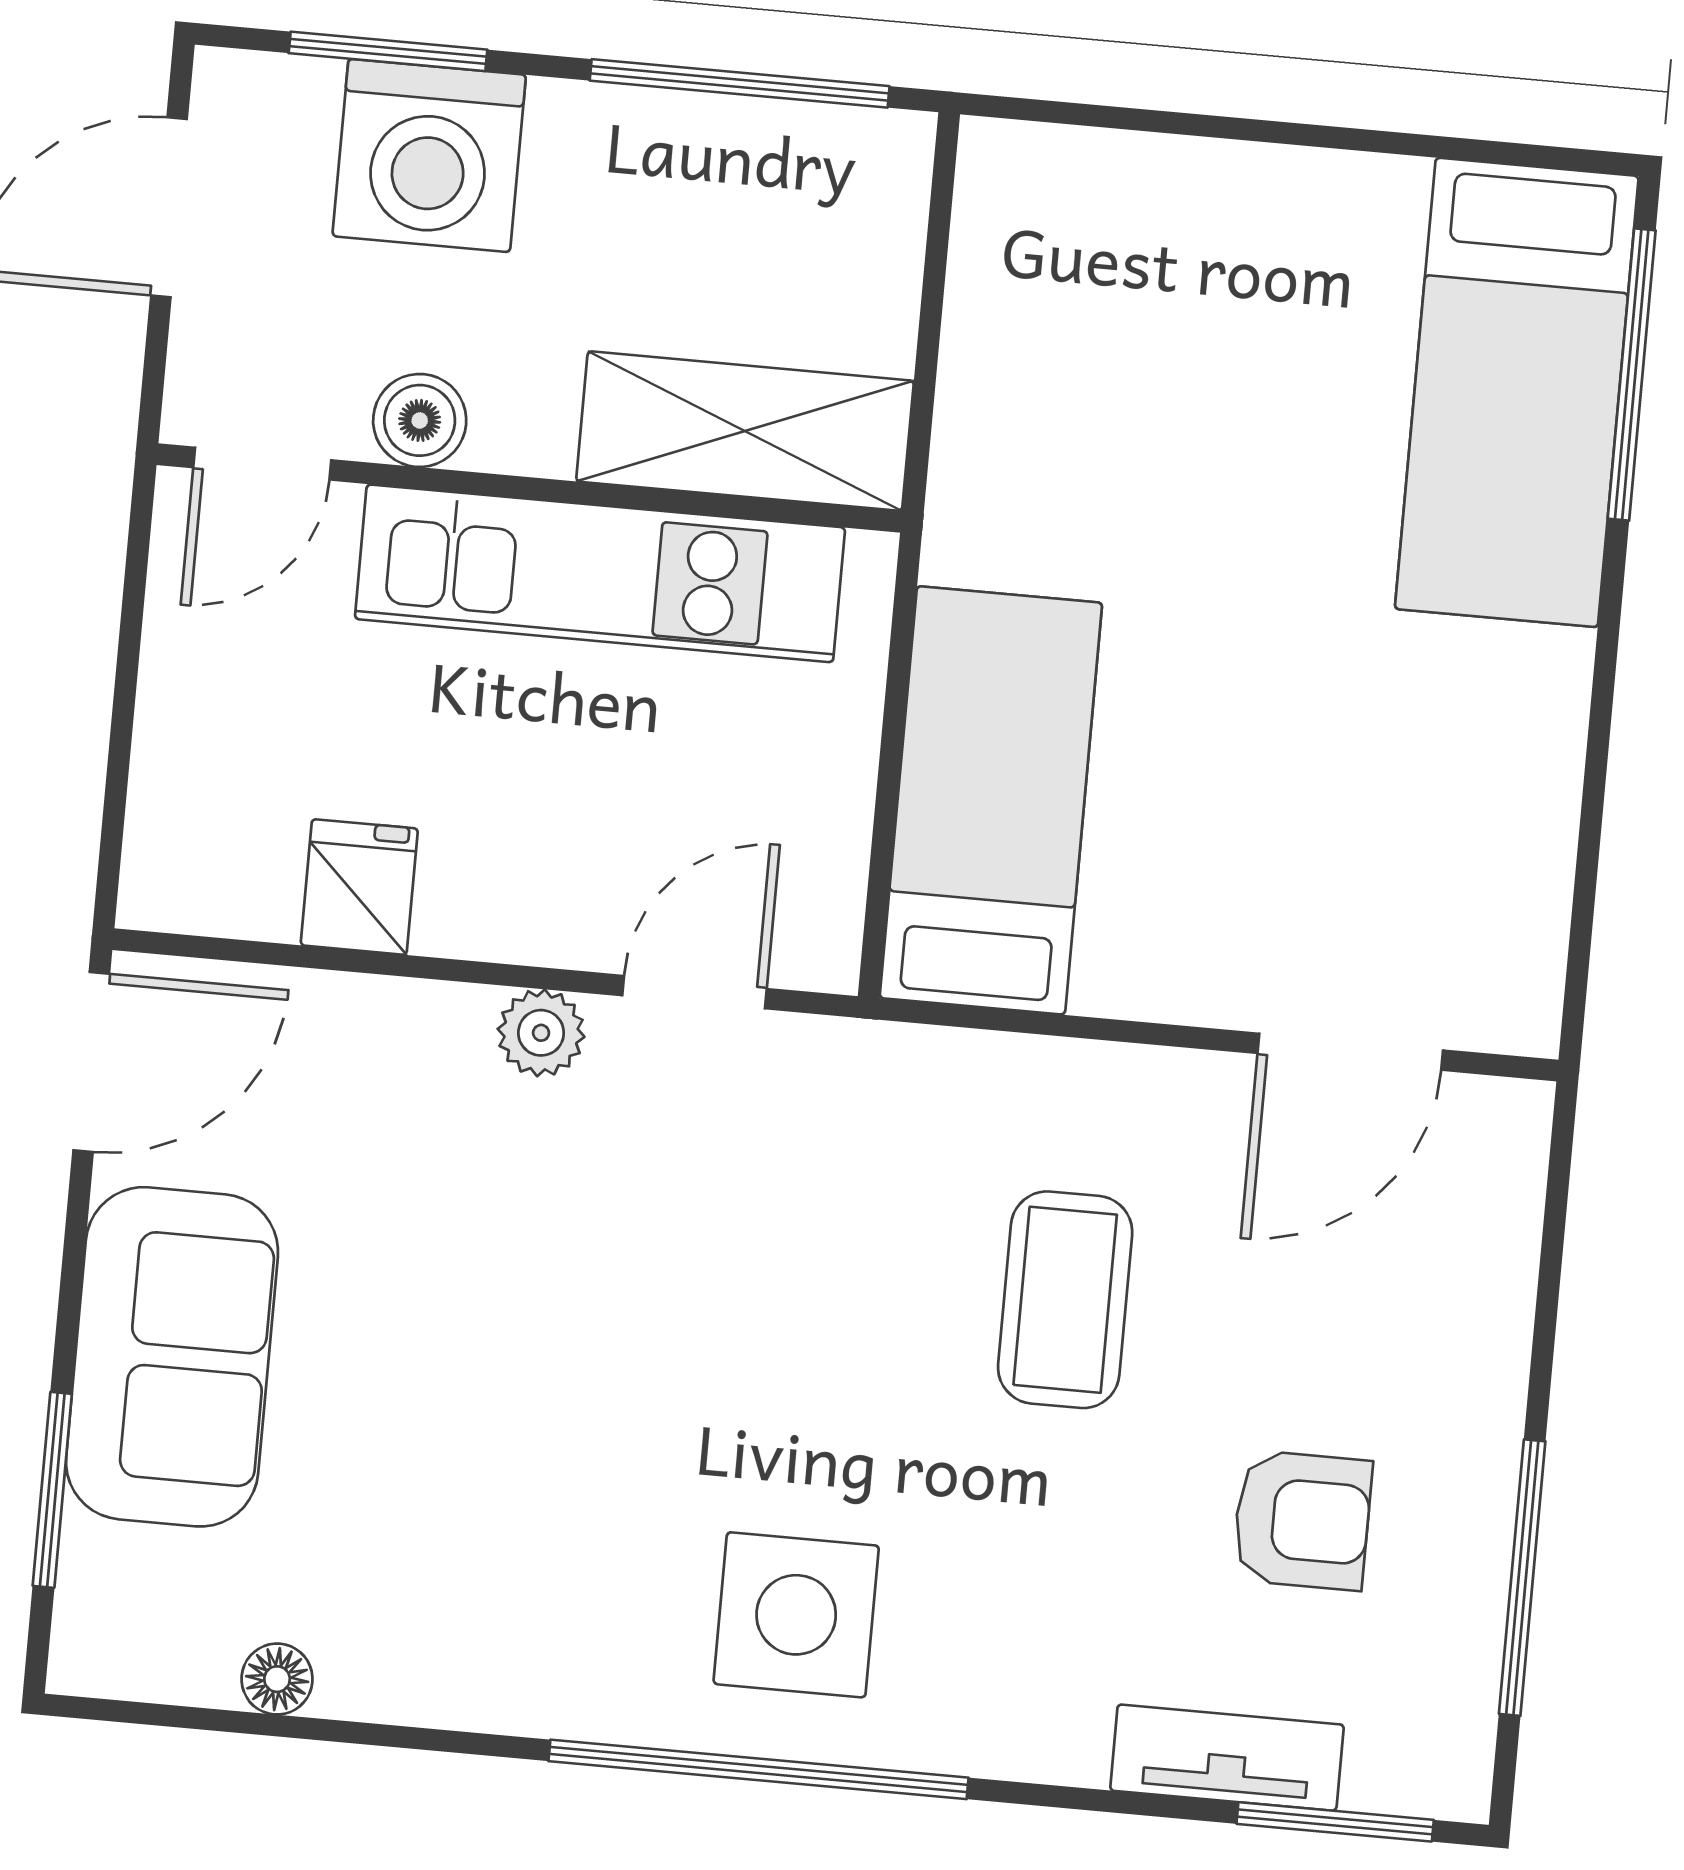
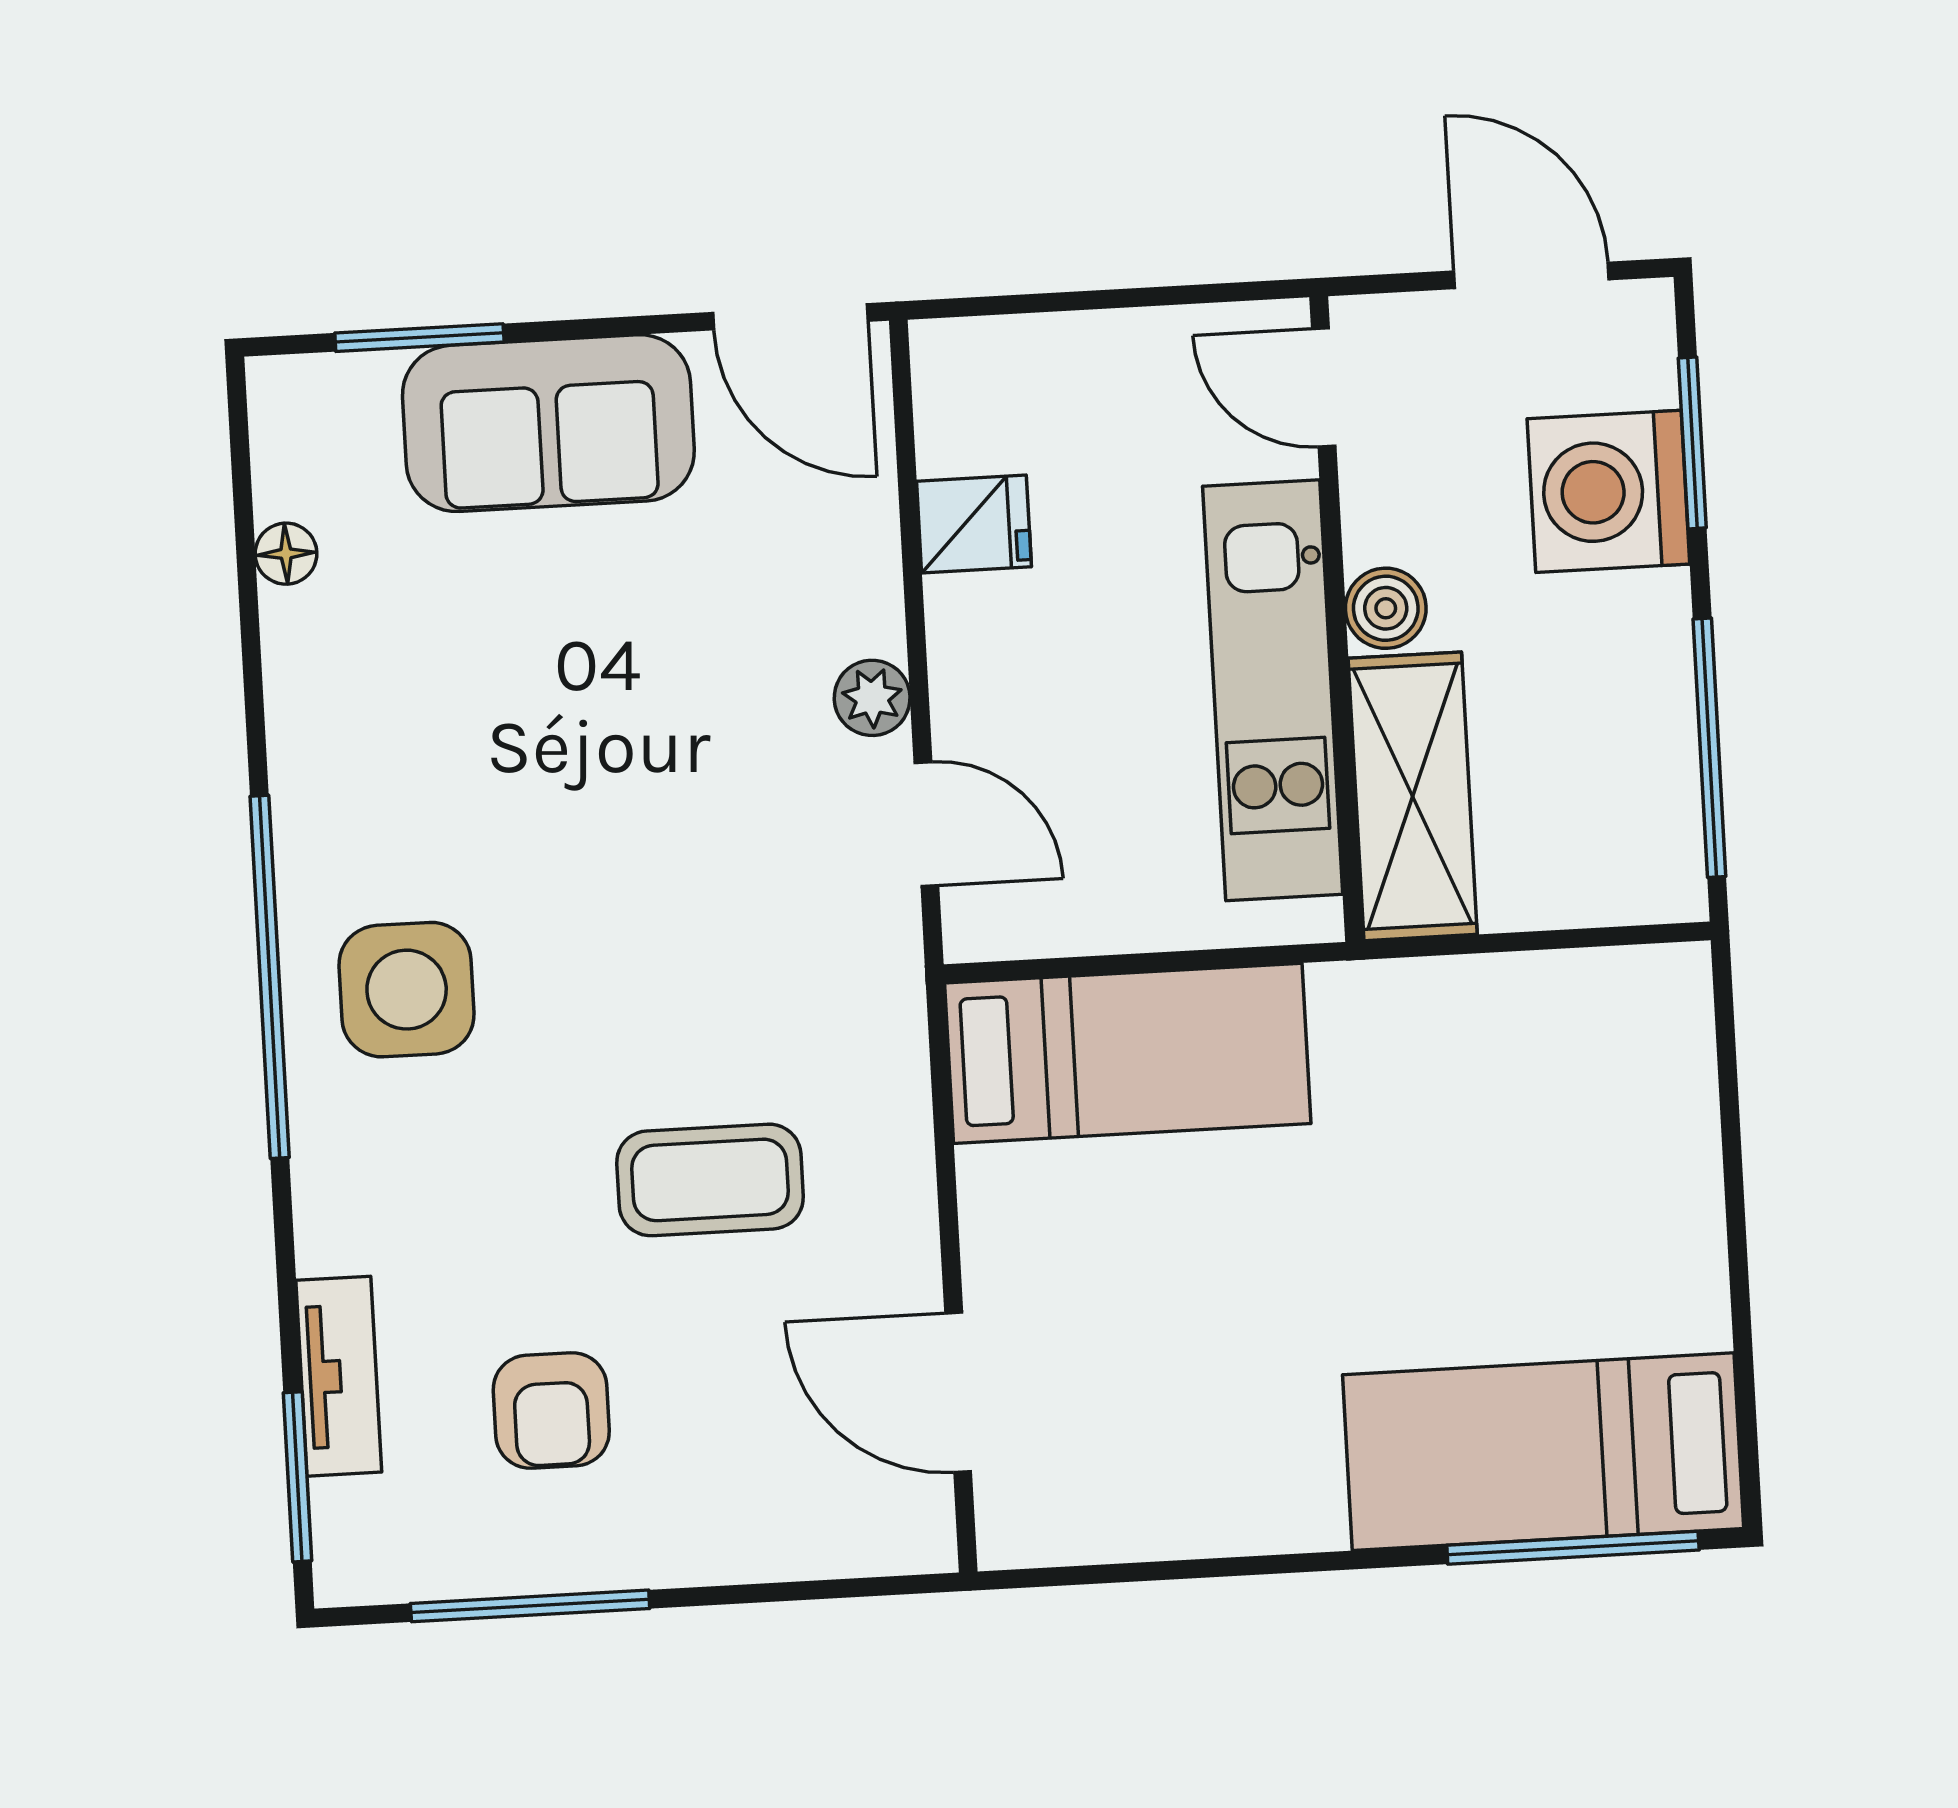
boiler: (420, 420) -> (1386, 608), moved

